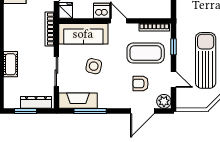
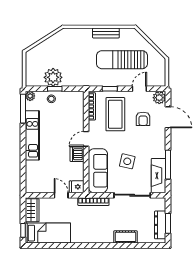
sliding door: (56, 72) -> (132, 195), width x1.37
dresser: (36, 102) -> (160, 225), moved

